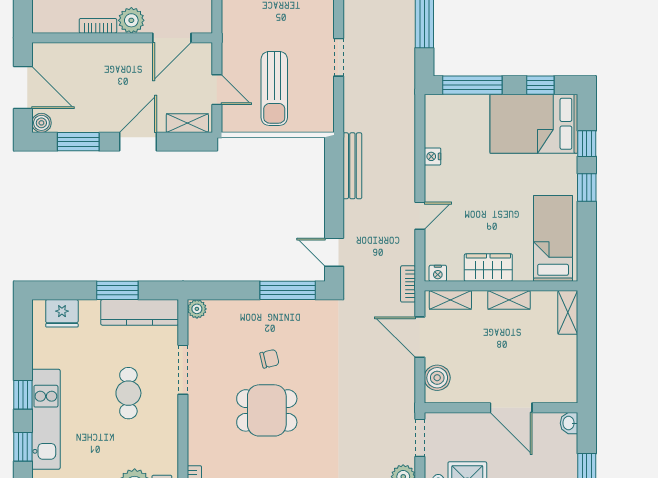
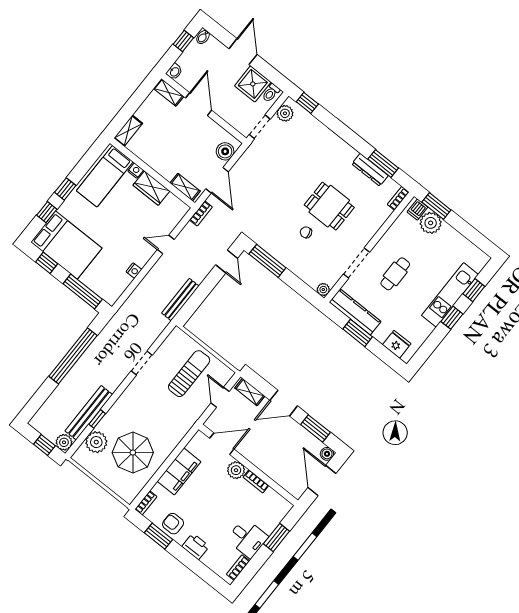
nightstand: (438, 273) -> (136, 171), moved
shelving: (509, 300) -> (169, 92), moved

